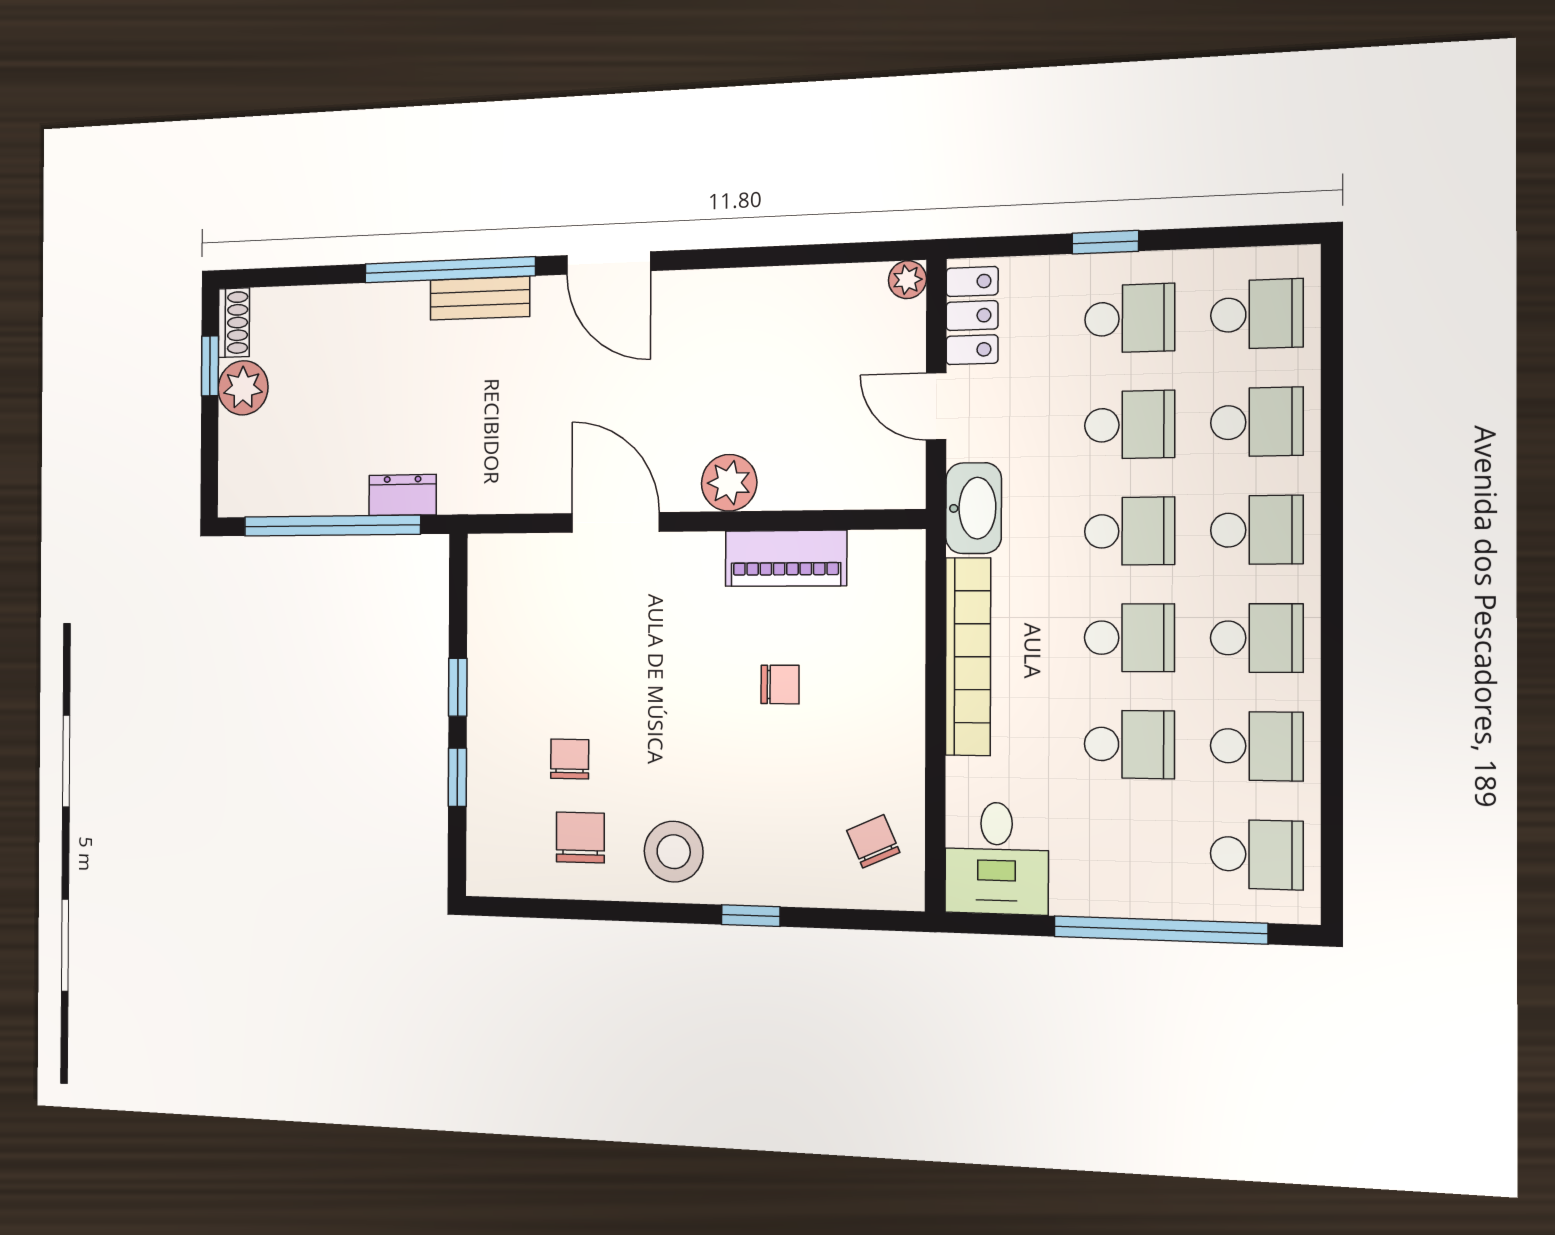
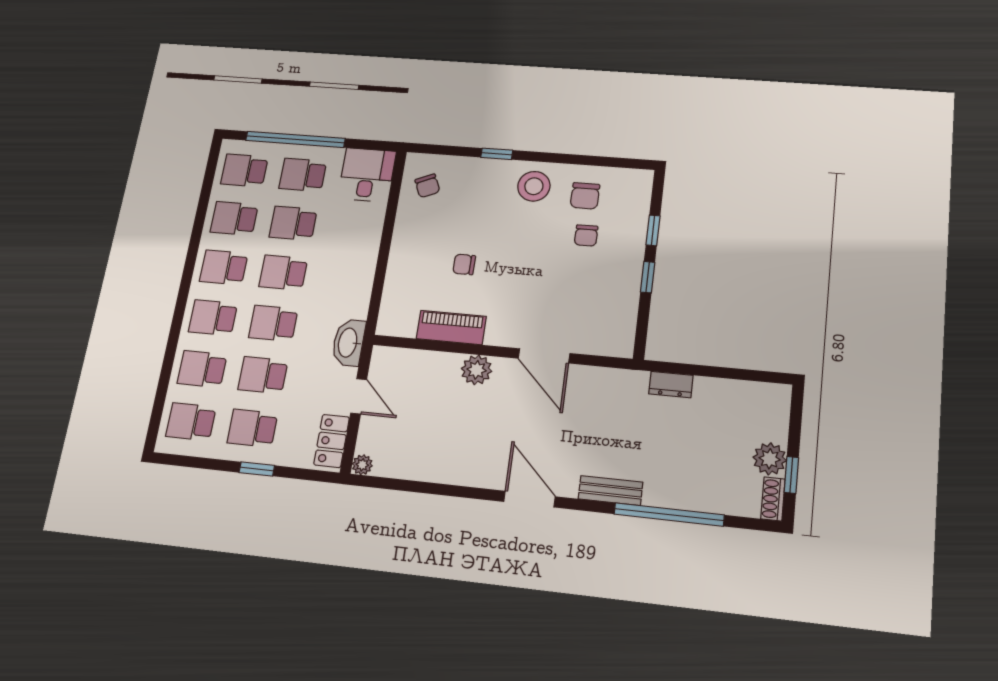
window: (450, 270) -> (669, 514), moved
window: (332, 526) -> (717, 372), removed
bookcase: (968, 657) -> (364, 270), removed
school desk: (1129, 851) -> (303, 175), added

